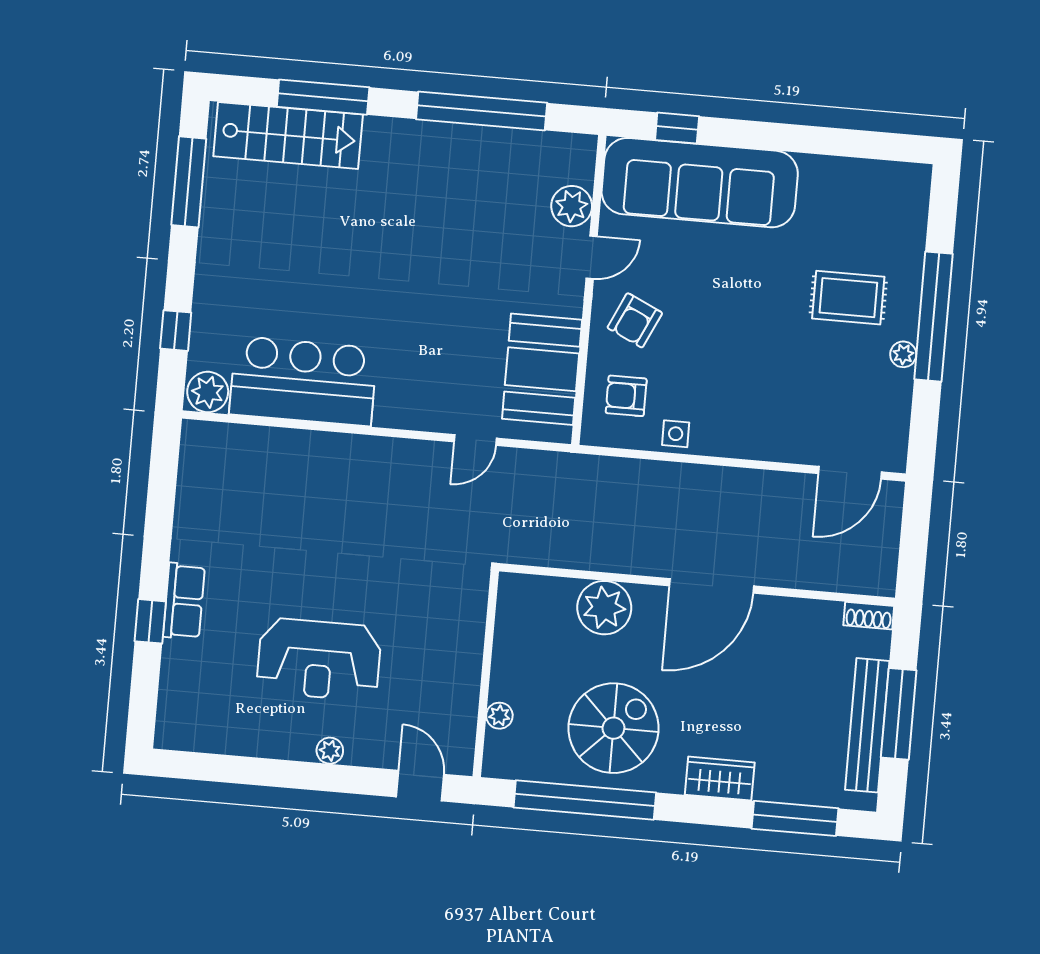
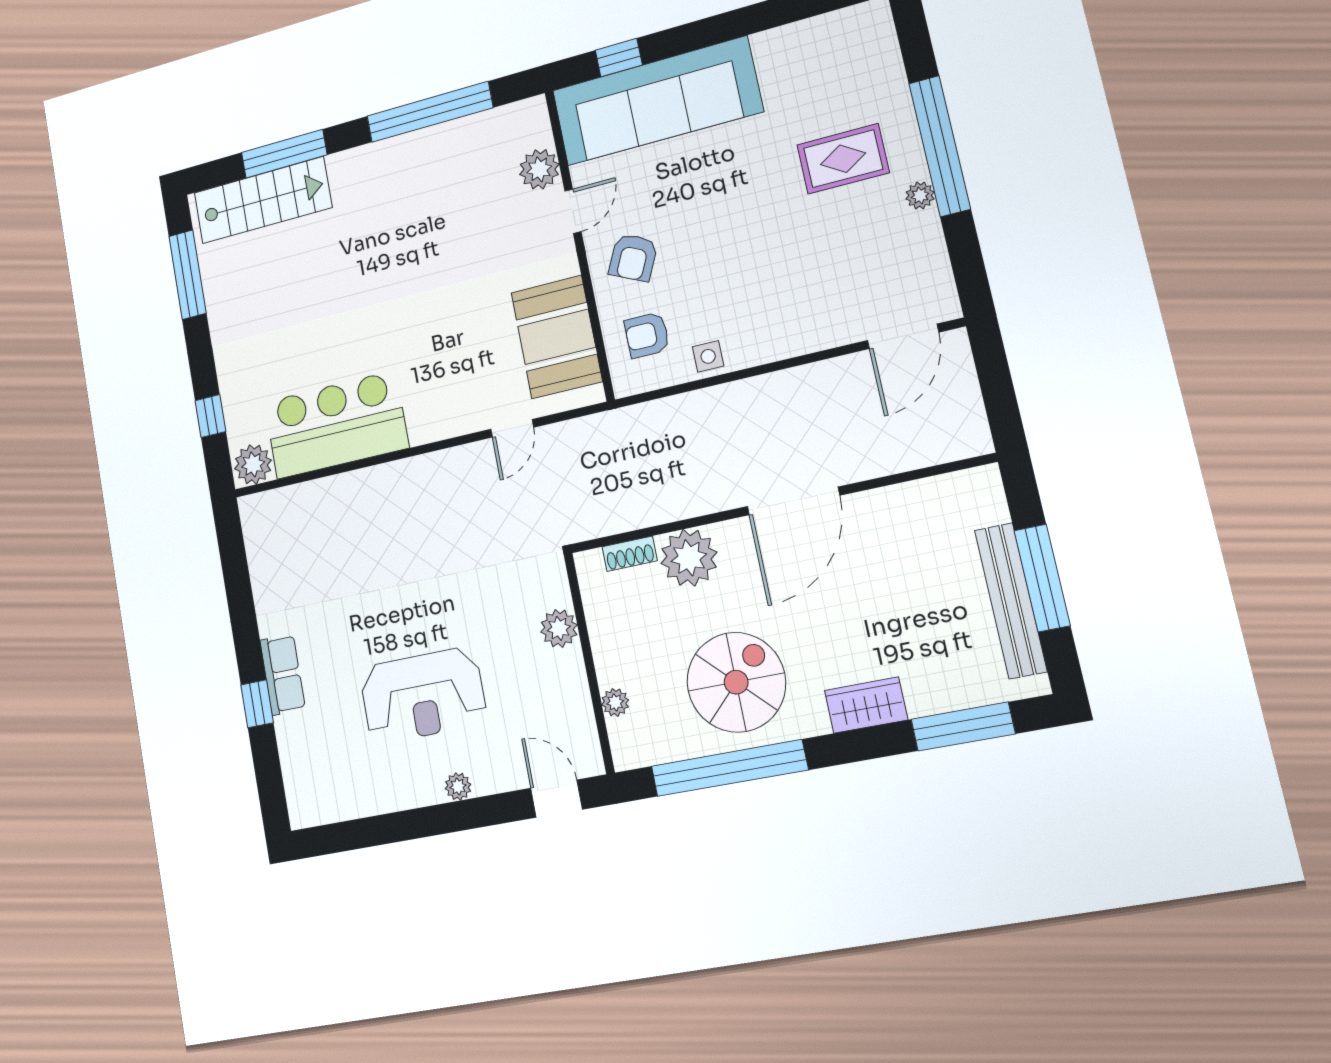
shoe rack: (869, 616) -> (630, 554), moved
plant: (467, 636) -> (559, 628), added

